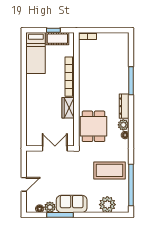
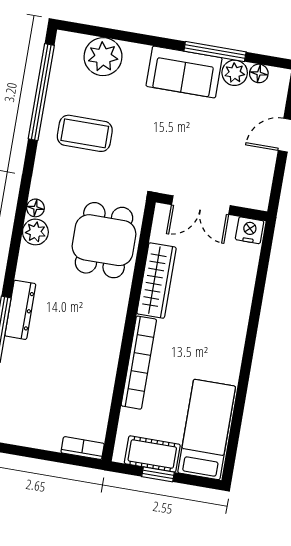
dresser: (124, 106) -> (20, 310), moved
wardrobe: (68, 108) -> (157, 281), width x1.50
nightstand: (32, 141) -> (250, 230), added
coffee table: (110, 170) -> (85, 133), width x0.73, depth x0.76

